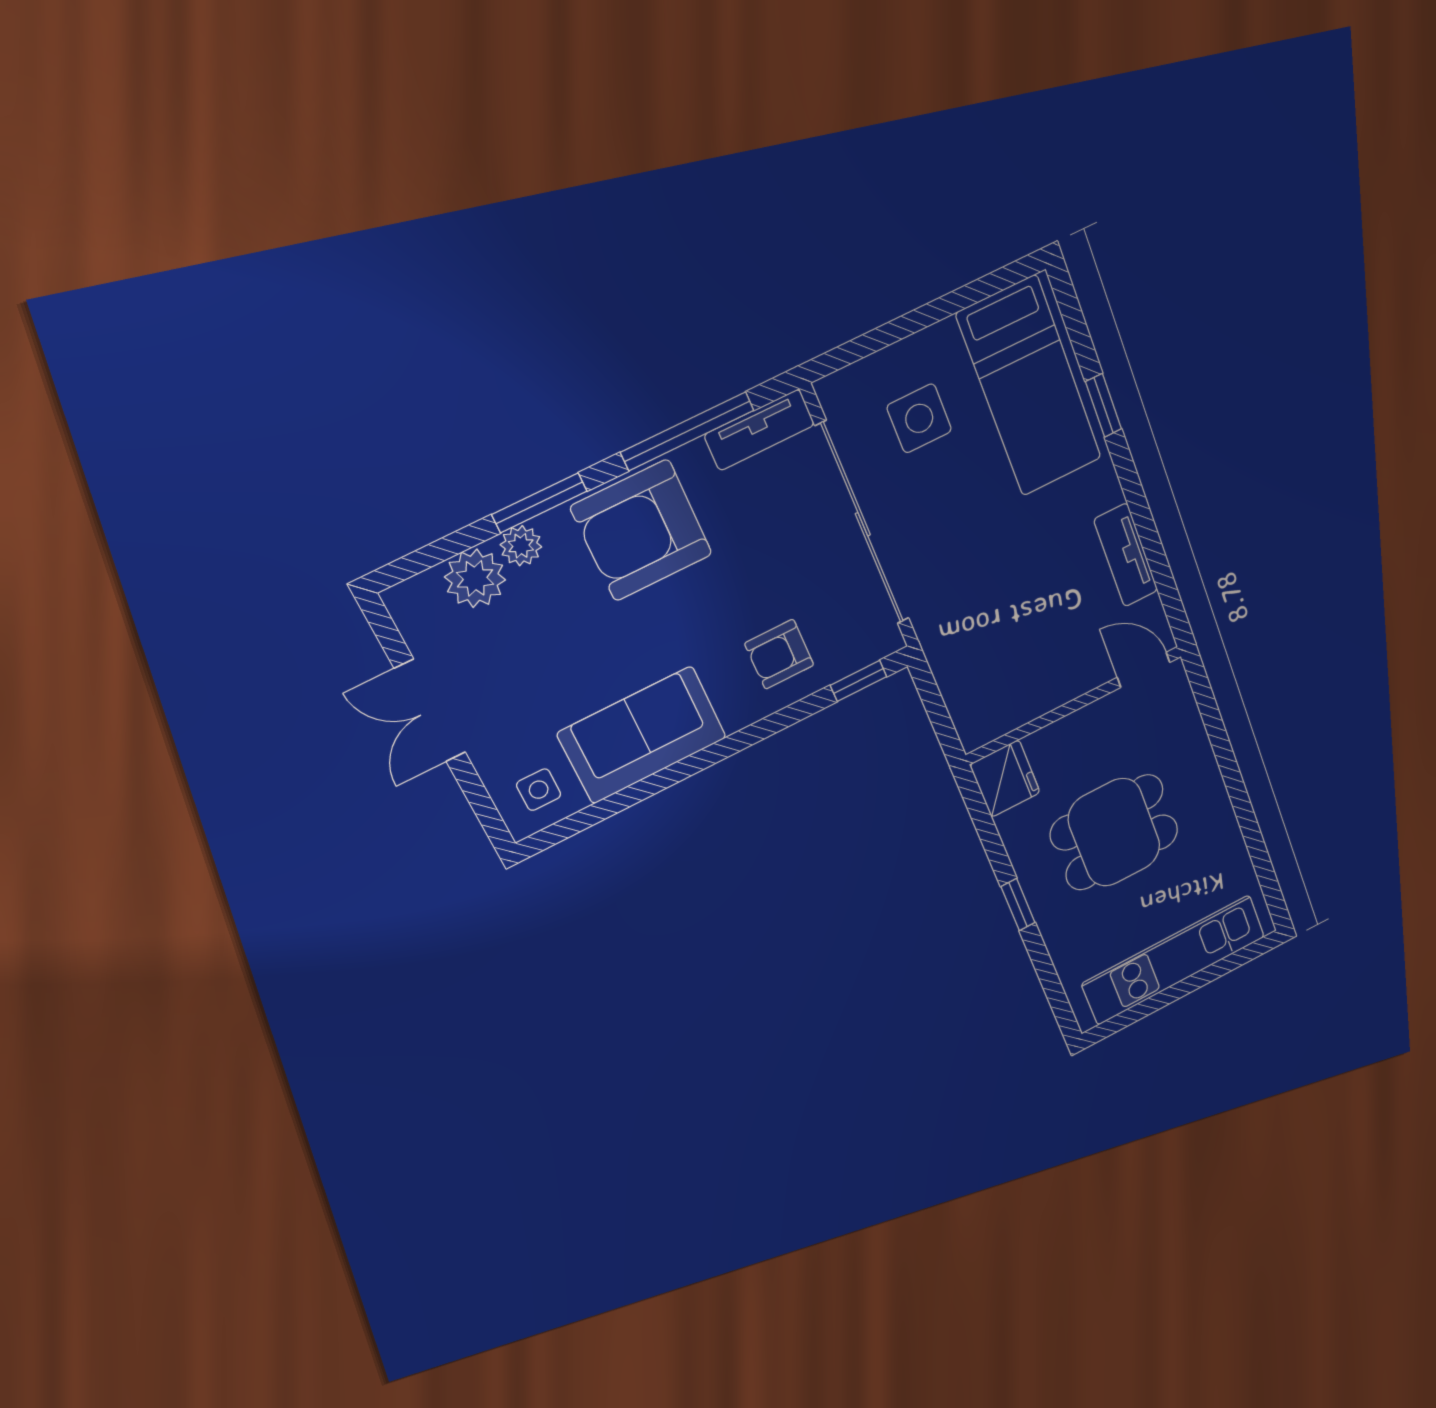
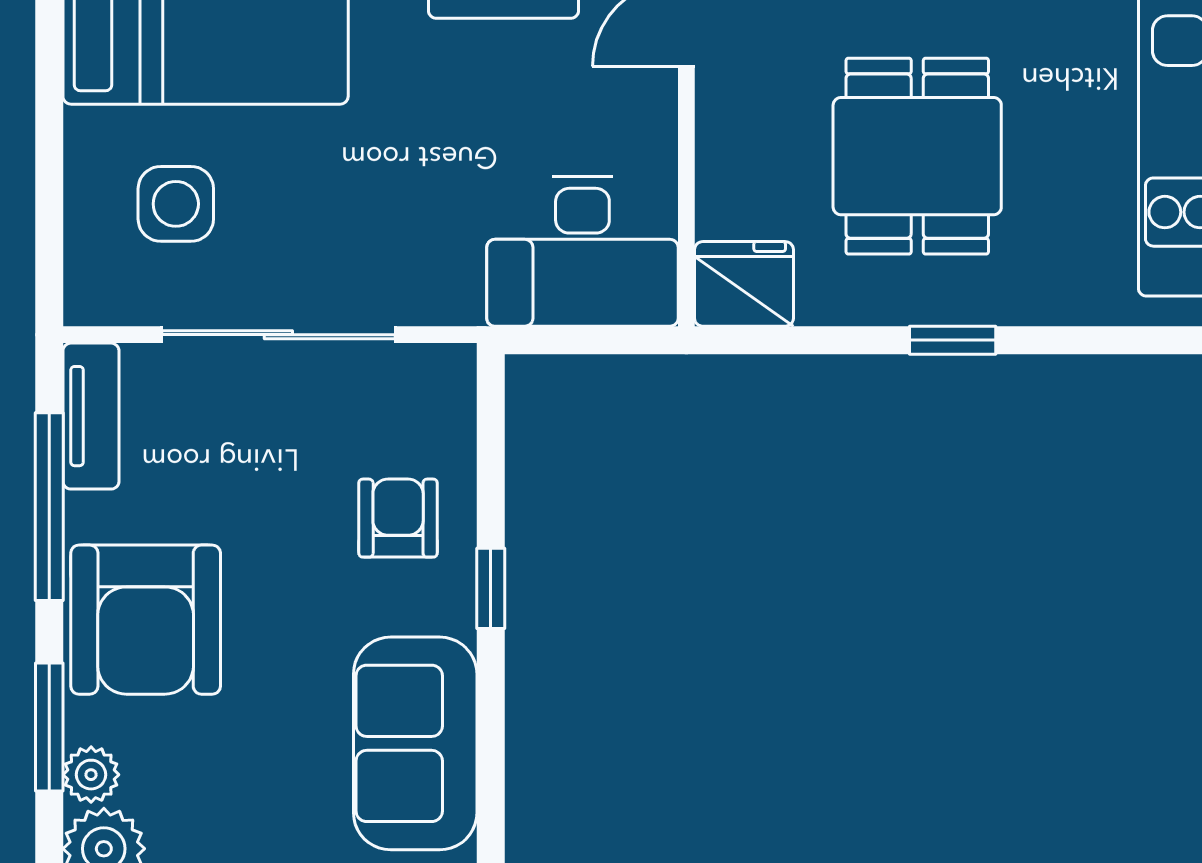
sliding door: (863, 524) -> (278, 335), width x0.73
armchair: (779, 654) -> (398, 518), turned 180
desk: (988, 679) -> (582, 251), added
window: (858, 681) -> (491, 588), moved

